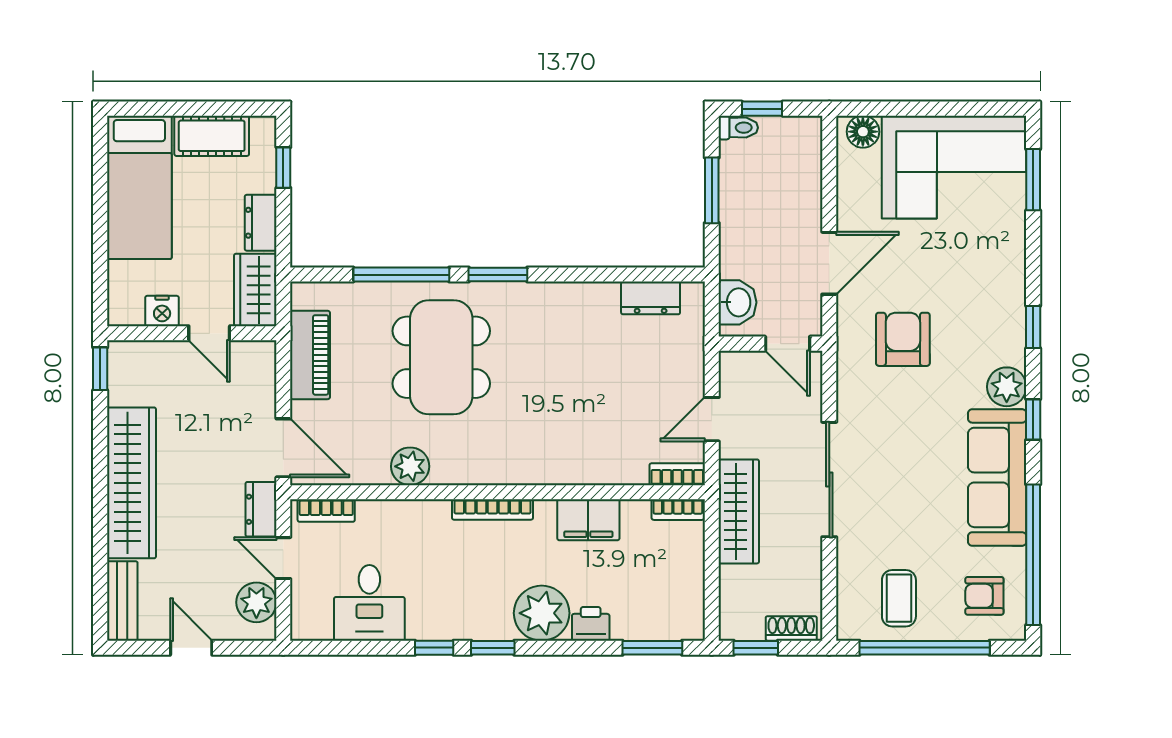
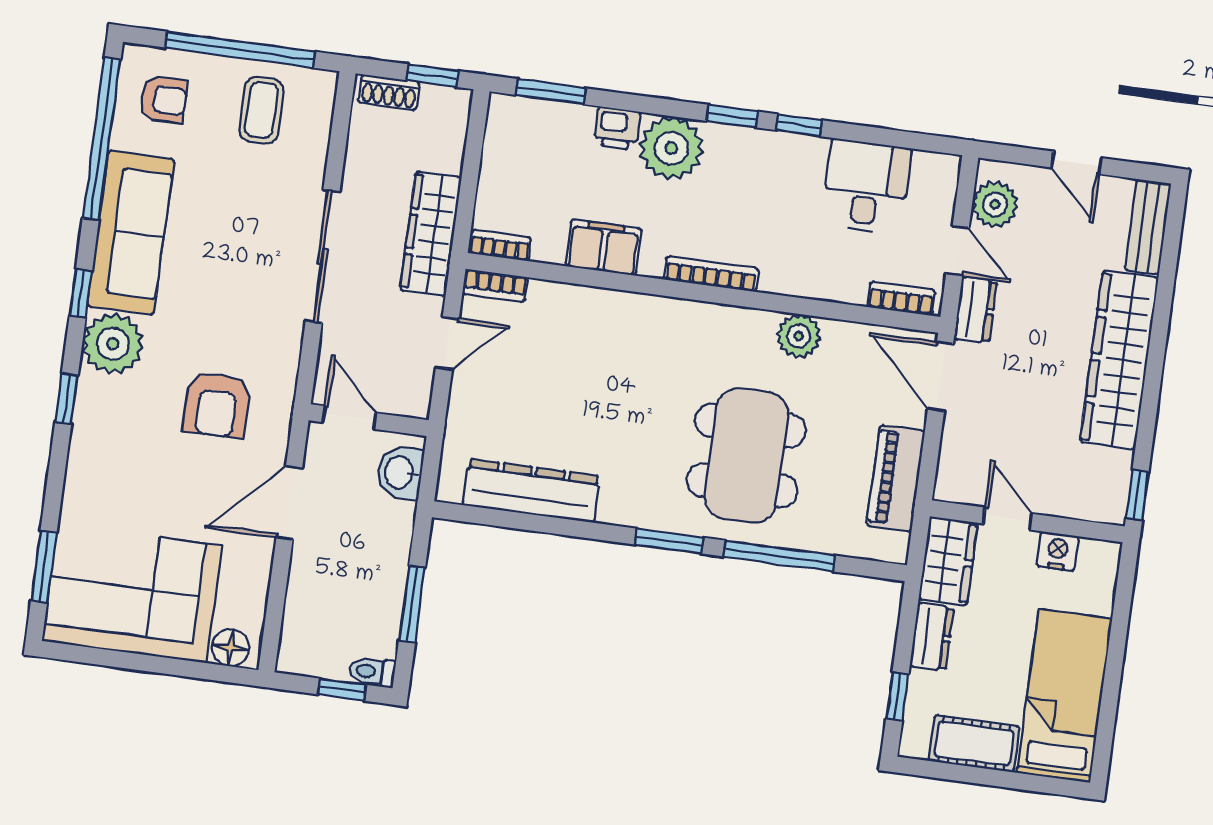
dresser: (651, 298) -> (531, 491), width x1.96, depth x1.24
plant: (1007, 387) -> (113, 344), width x1.36, depth x1.36

